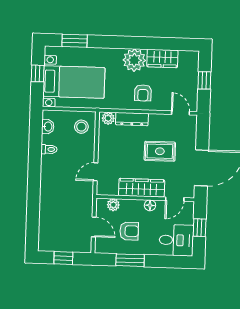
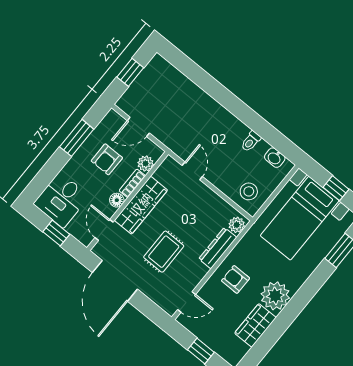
bookcase: (132, 204) -> (132, 183), added

